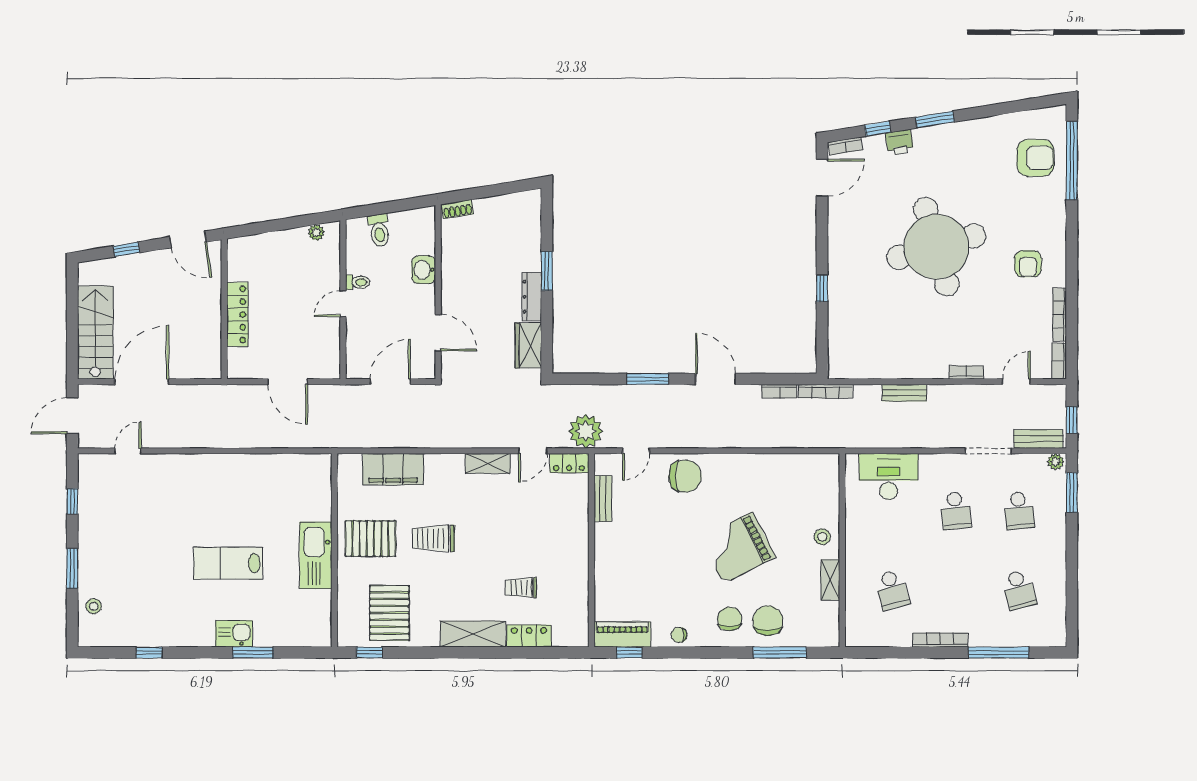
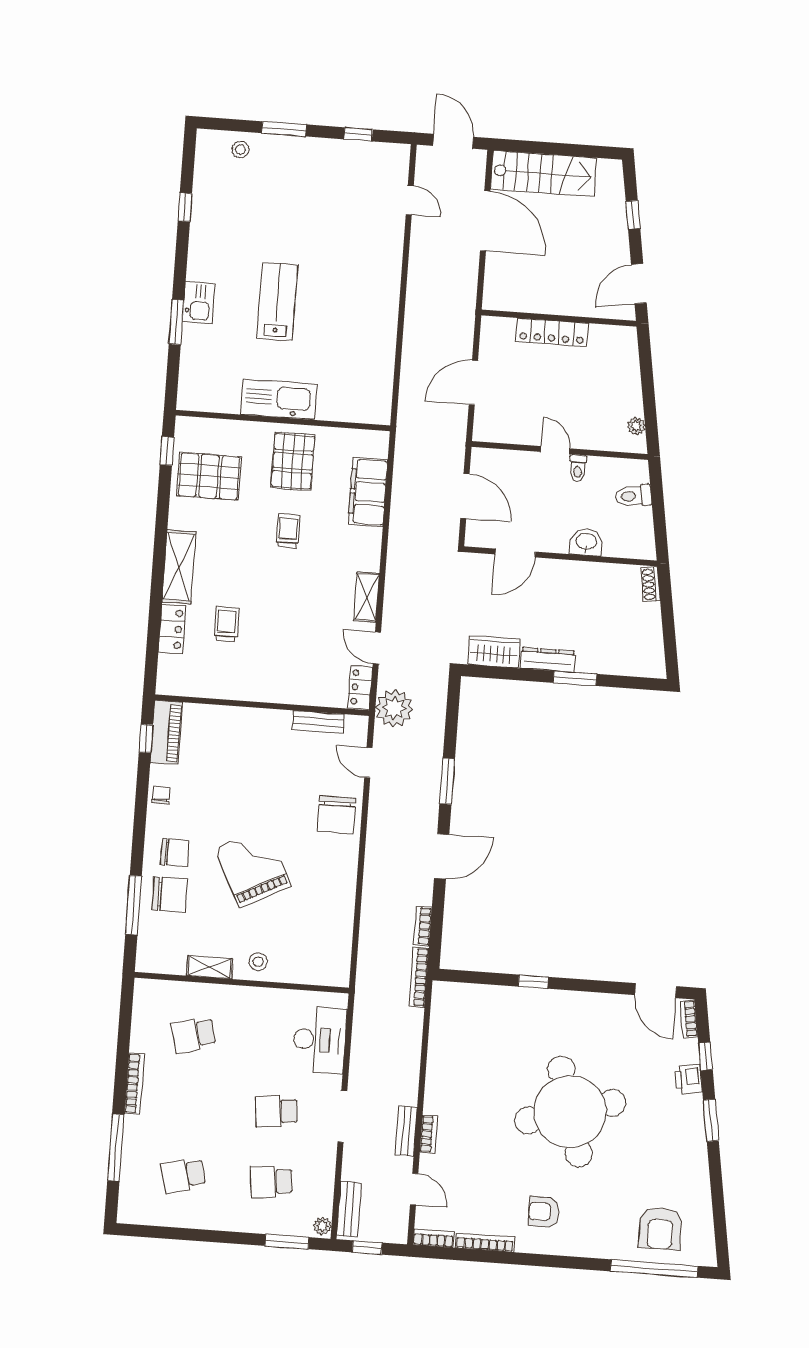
bench: (904, 393) -> (406, 1131), moved
doorway: (988, 451) -> (342, 1117), moved
trolley: (433, 538) -> (288, 531), width x0.73, depth x0.72

